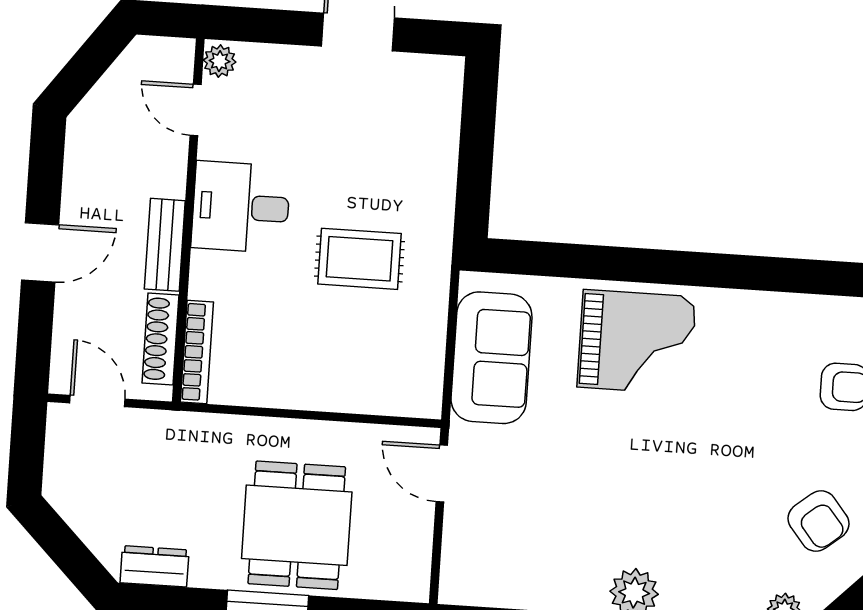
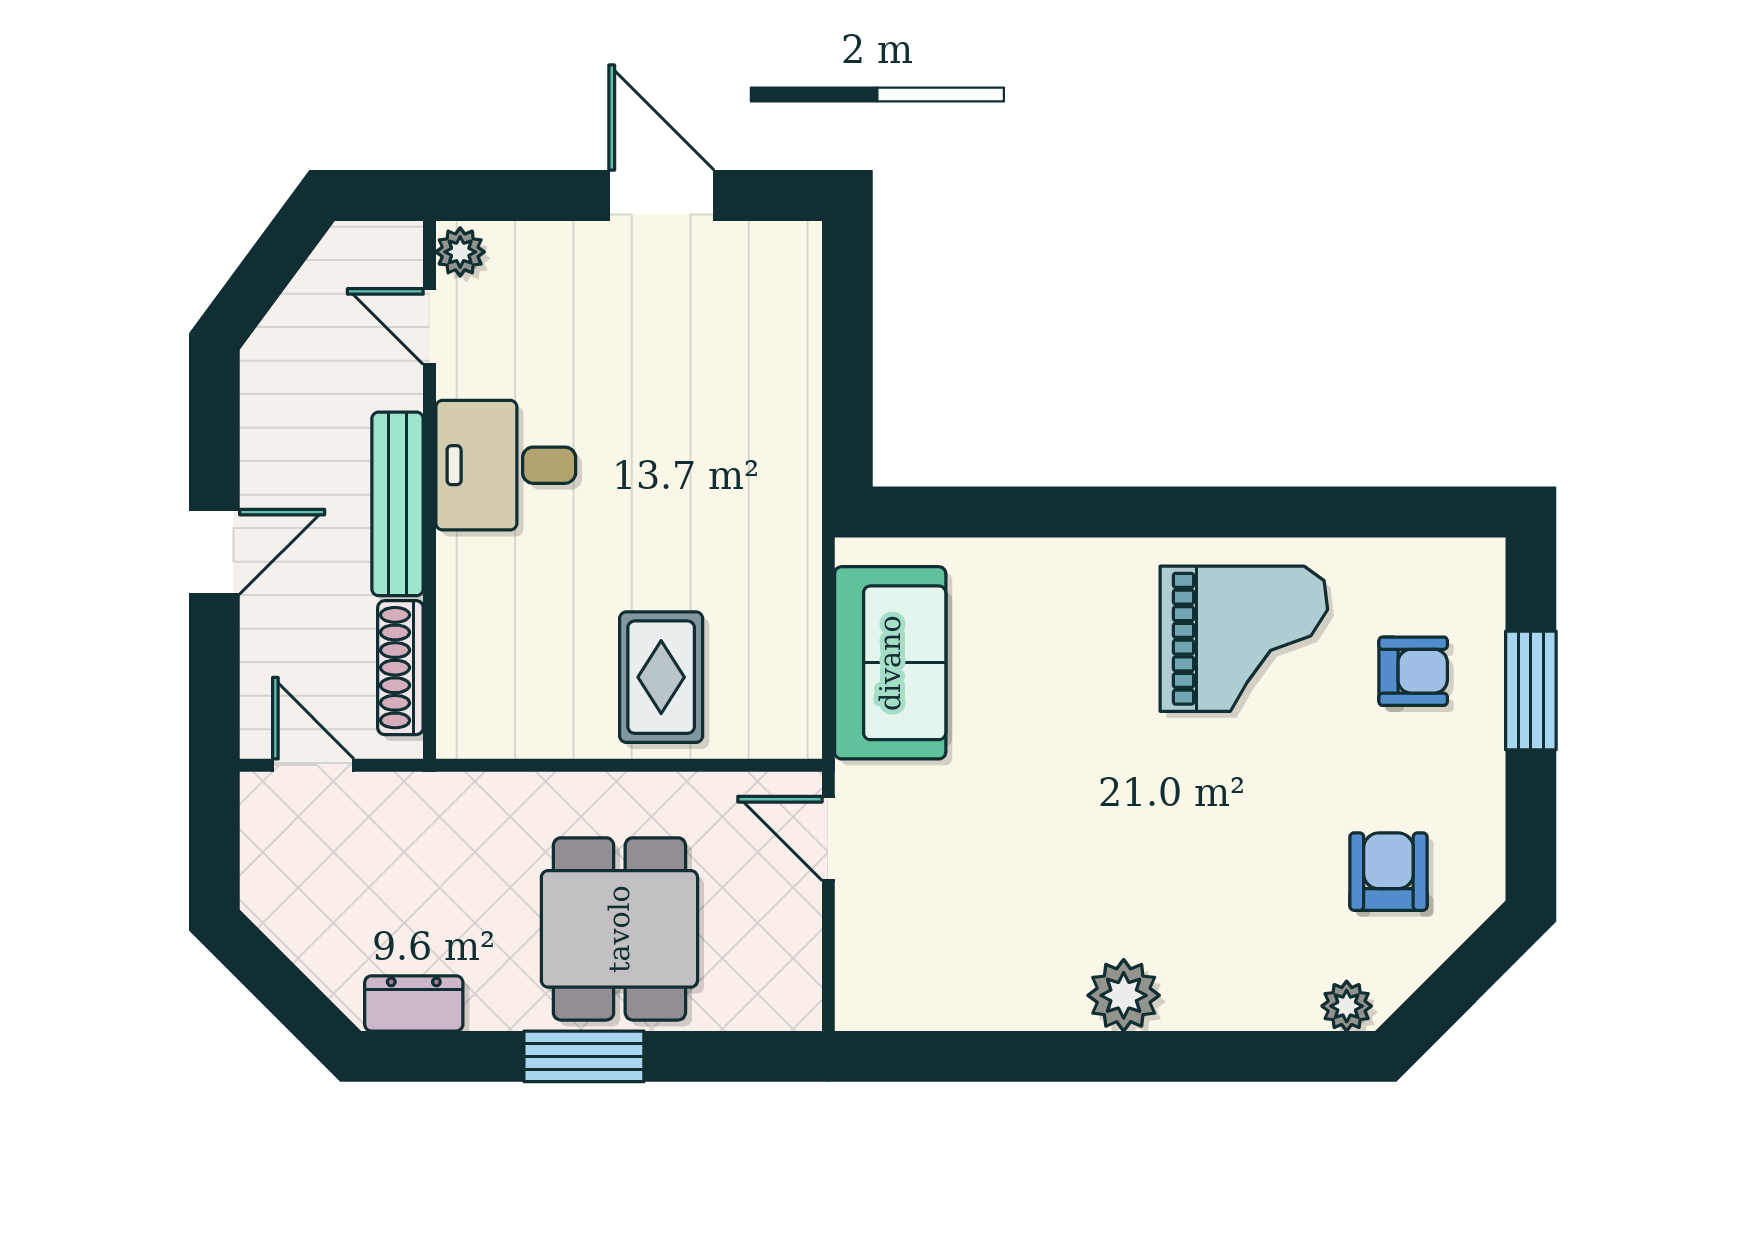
bench: (165, 245) -> (398, 504), width x1.36
rug: (359, 259) -> (661, 677), moved, turned 90
grand piano: (637, 342) -> (1244, 639), moved
bookcase: (197, 352) -> (455, 683), removed
armchair: (818, 521) -> (1388, 872), turned -141

